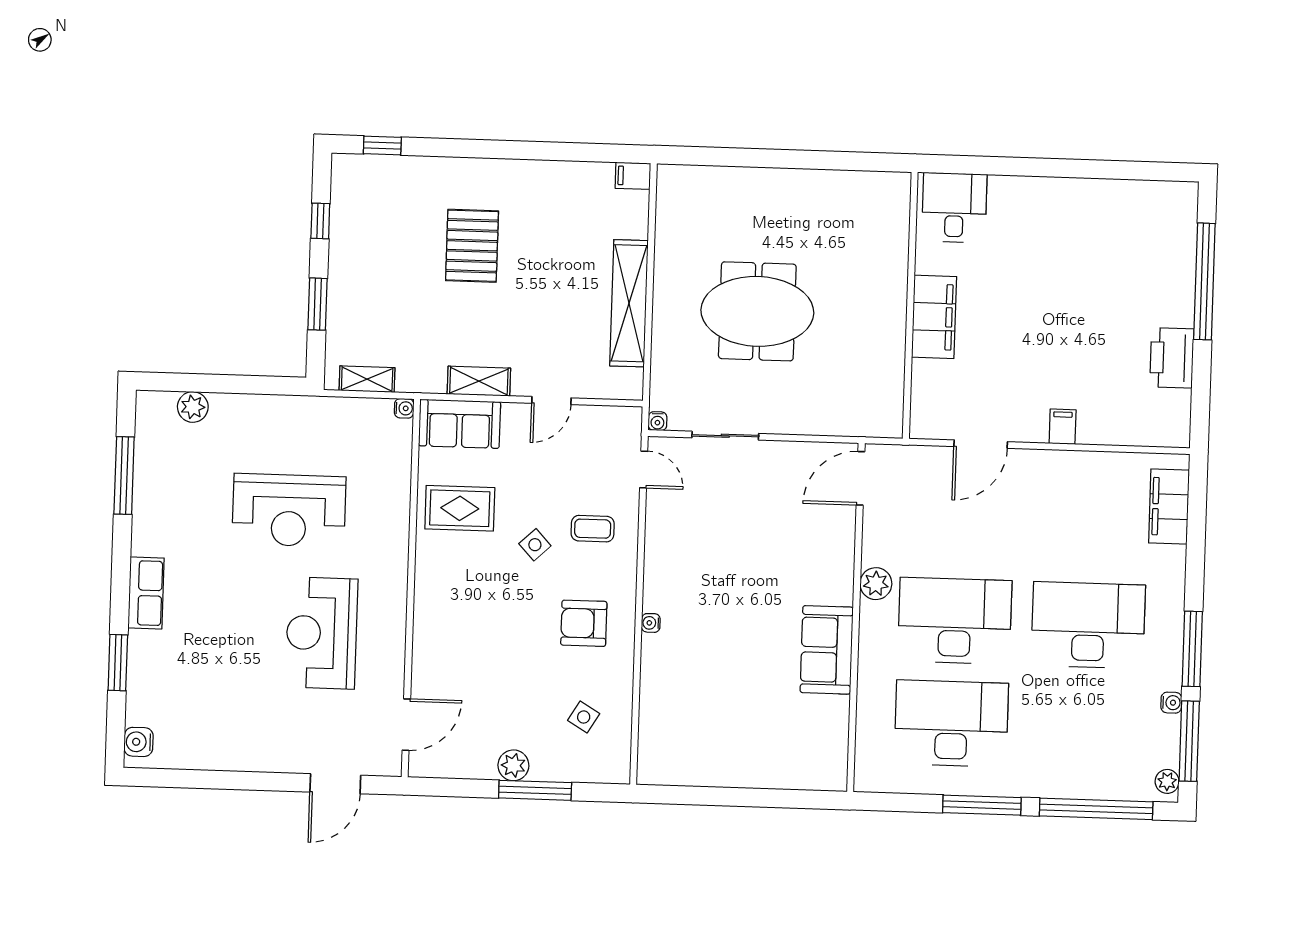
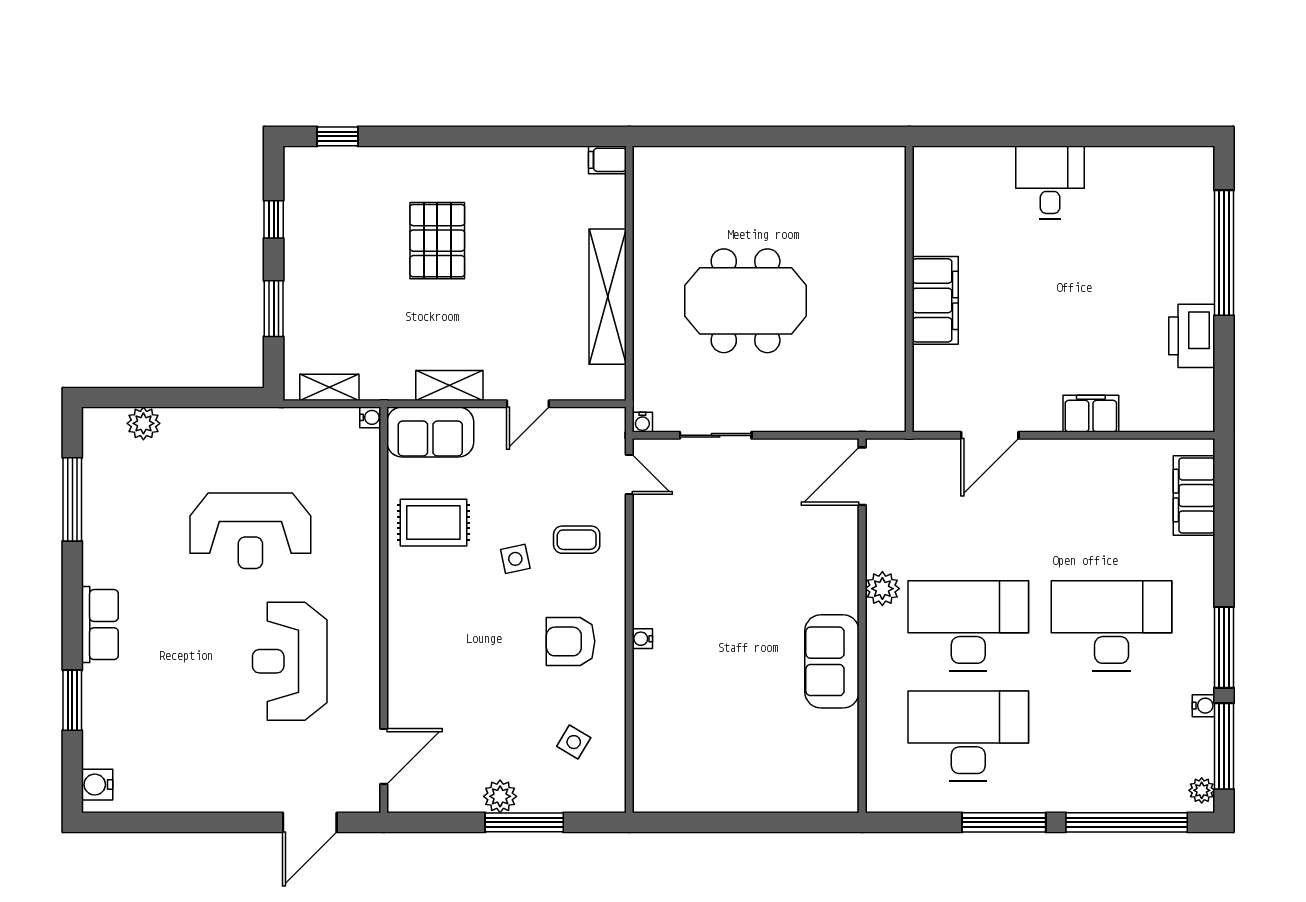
desk: (954, 208) -> (1050, 183), moved
filing cabinet: (1063, 427) -> (1091, 414), width x2.00
side table: (535, 545) -> (515, 559), turned 31

